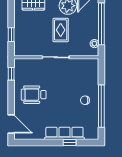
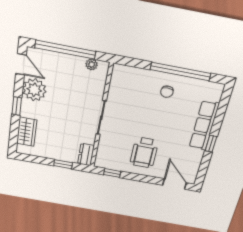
rug: (61, 30) -> (66, 105), removed
dresser: (23, 51) -> (86, 155), added
door: (11, 124) -> (174, 184), hinge flipped
window: (70, 142) -> (211, 144), moved

